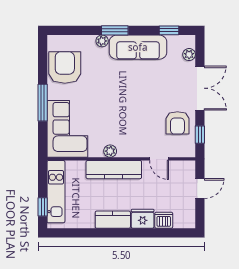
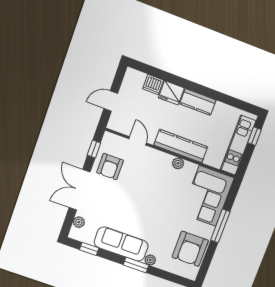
armchair: (177, 123) -> (110, 167), turned 180

